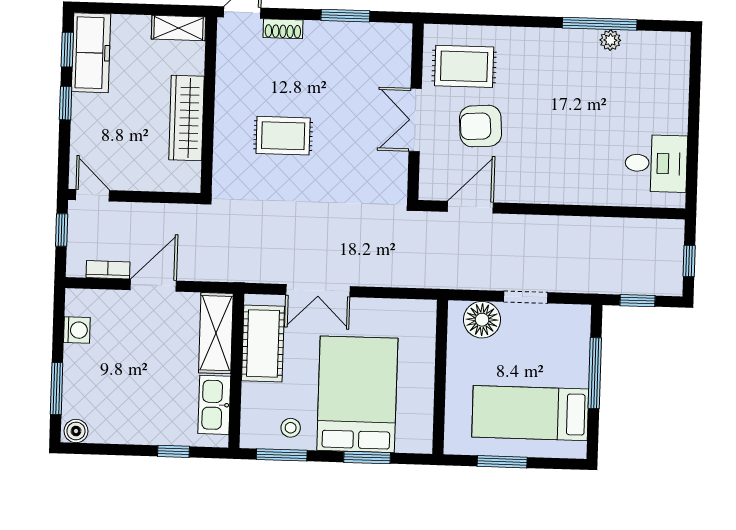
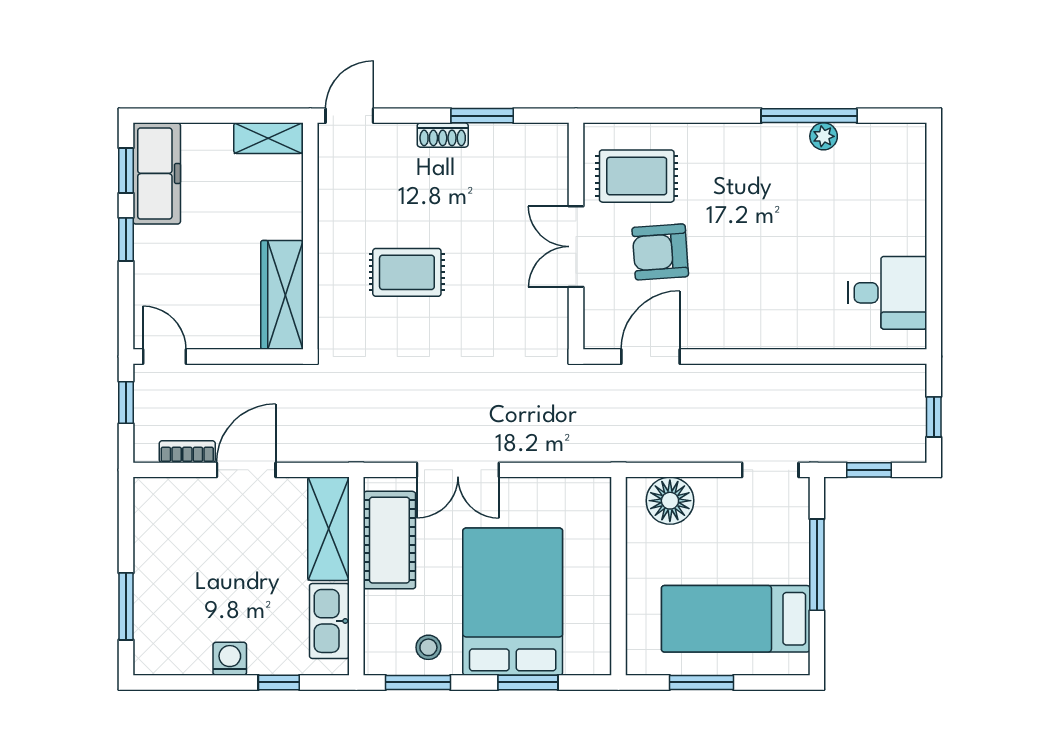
shoe rack: (283, 29) -> (443, 135), moved
wardrobe: (186, 118) -> (282, 295), moved
doorway: (526, 297) -> (770, 470), moved
washing machine: (77, 330) -> (230, 659), moved, turned -90
boiler: (76, 431) -> (153, 660), removed

